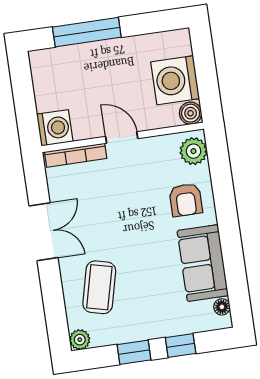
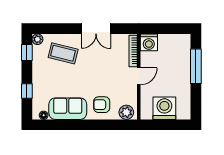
boiler: (191, 113) -> (146, 114), removed
window: (134, 352) -> (27, 52), moved

